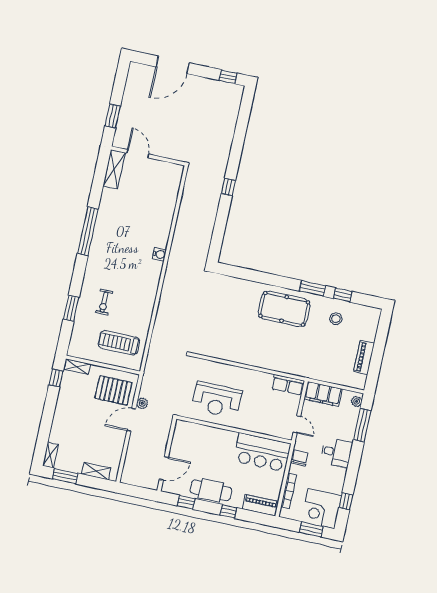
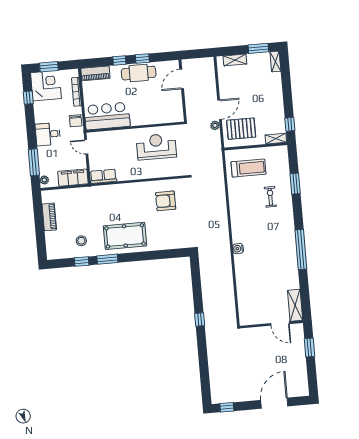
armchair: (225, 334) -> (166, 201), added
window: (186, 502) -> (142, 59), moved

